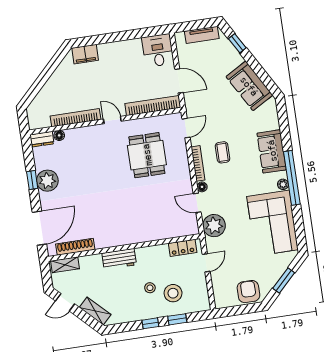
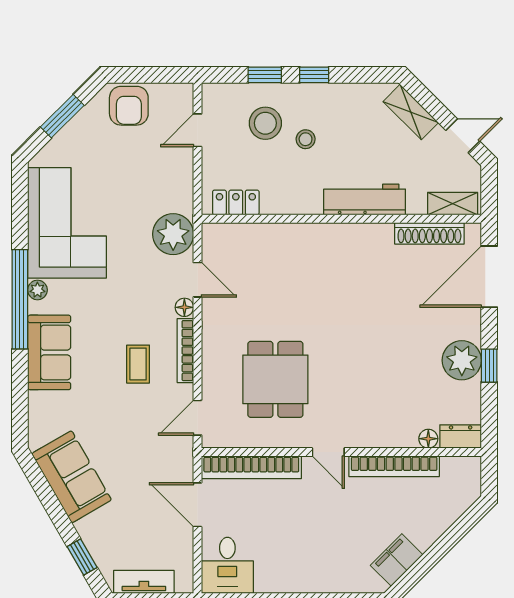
filing cabinet: (85, 54) -> (397, 560), moved, turned -45
workbench: (119, 259) -> (365, 199), width x1.37
door: (206, 263) -> (197, 130), moved

